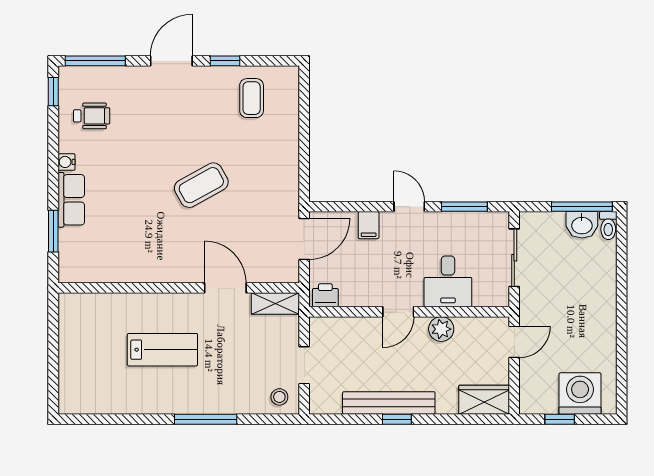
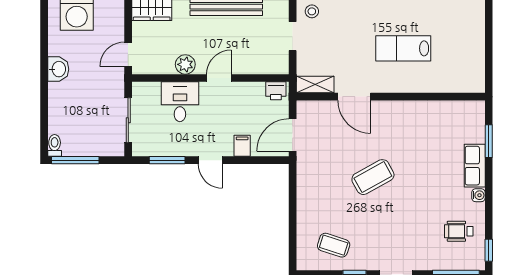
coffee table: (252, 98) -> (334, 245), turned -72
washbasin: (582, 225) -> (58, 69), moved, turned 90

